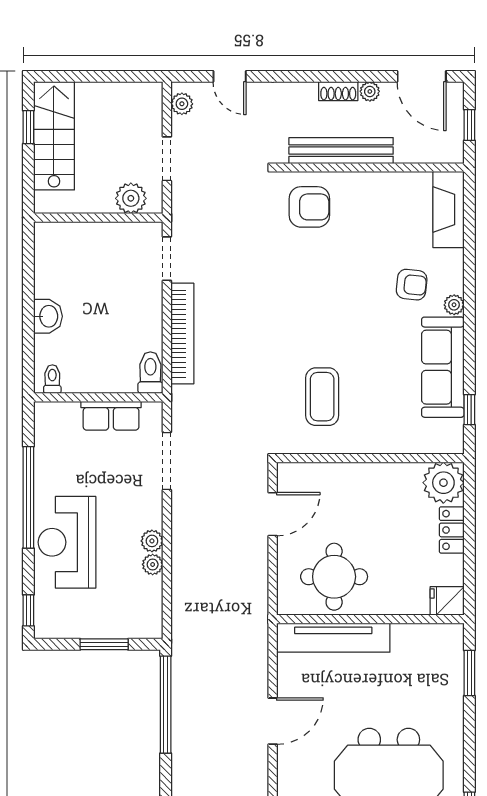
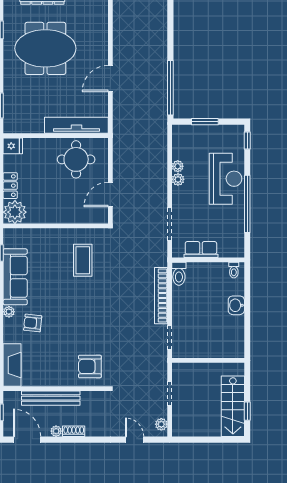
bench: (341, 151) -> (51, 398), moved
plant: (131, 198) -> (190, 371), removed

